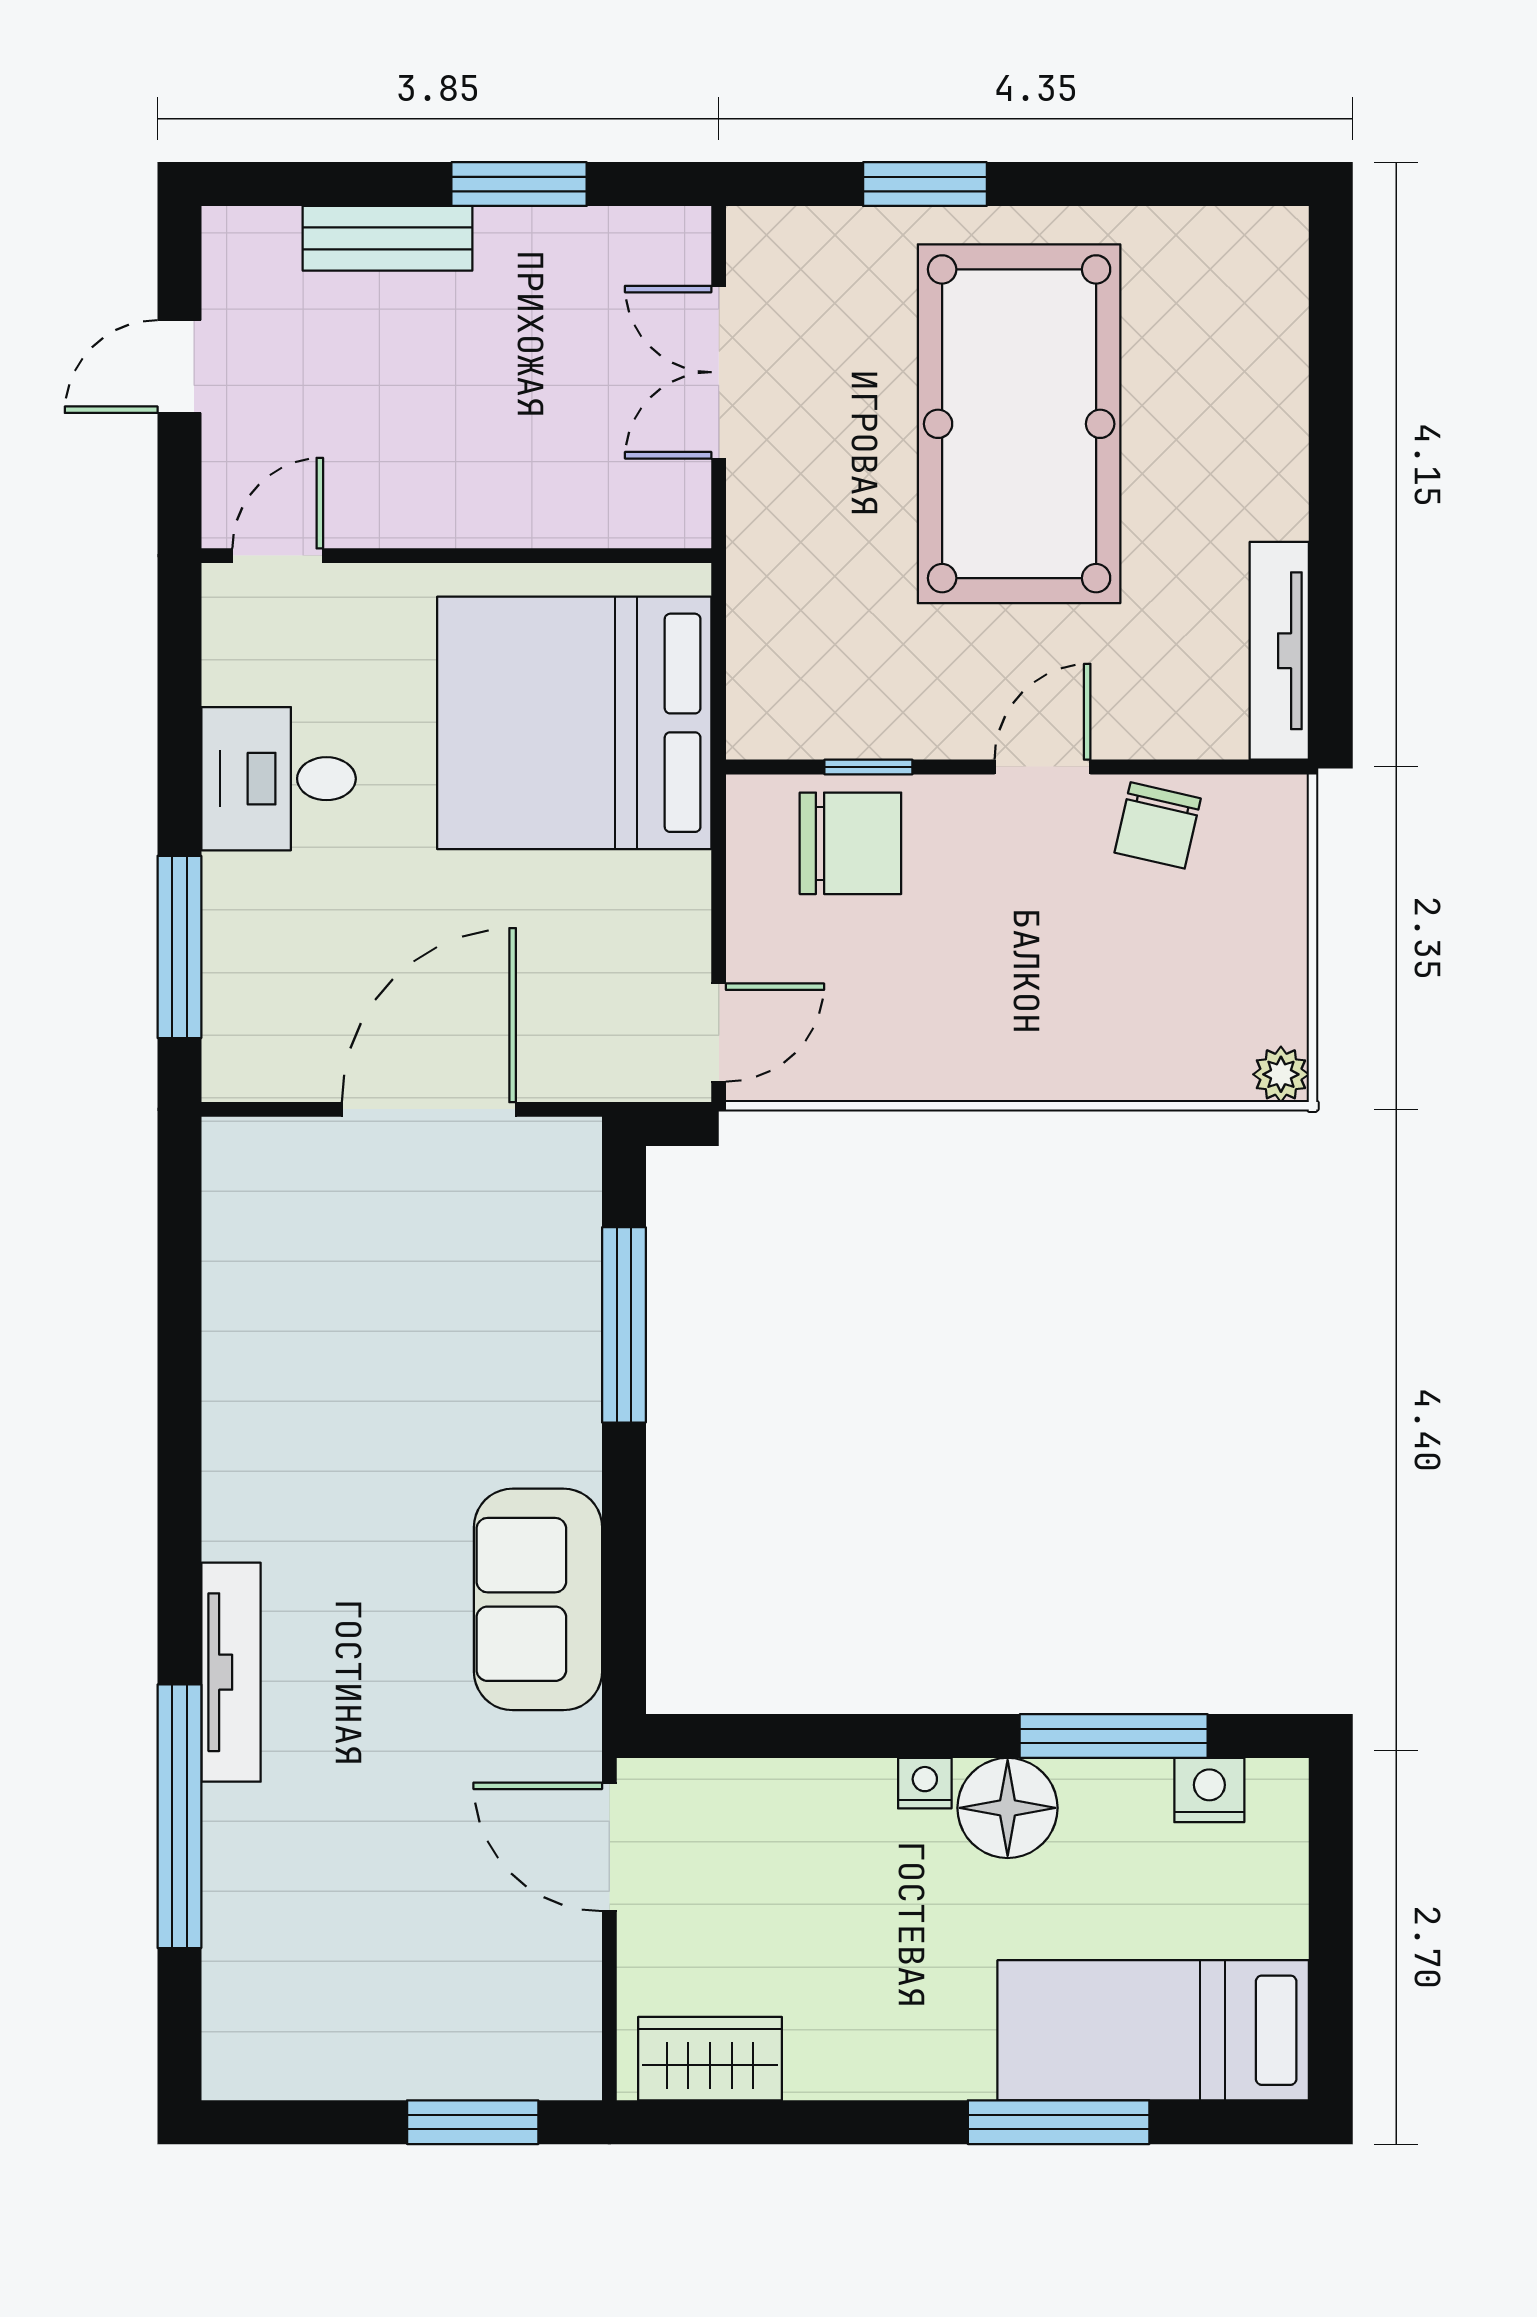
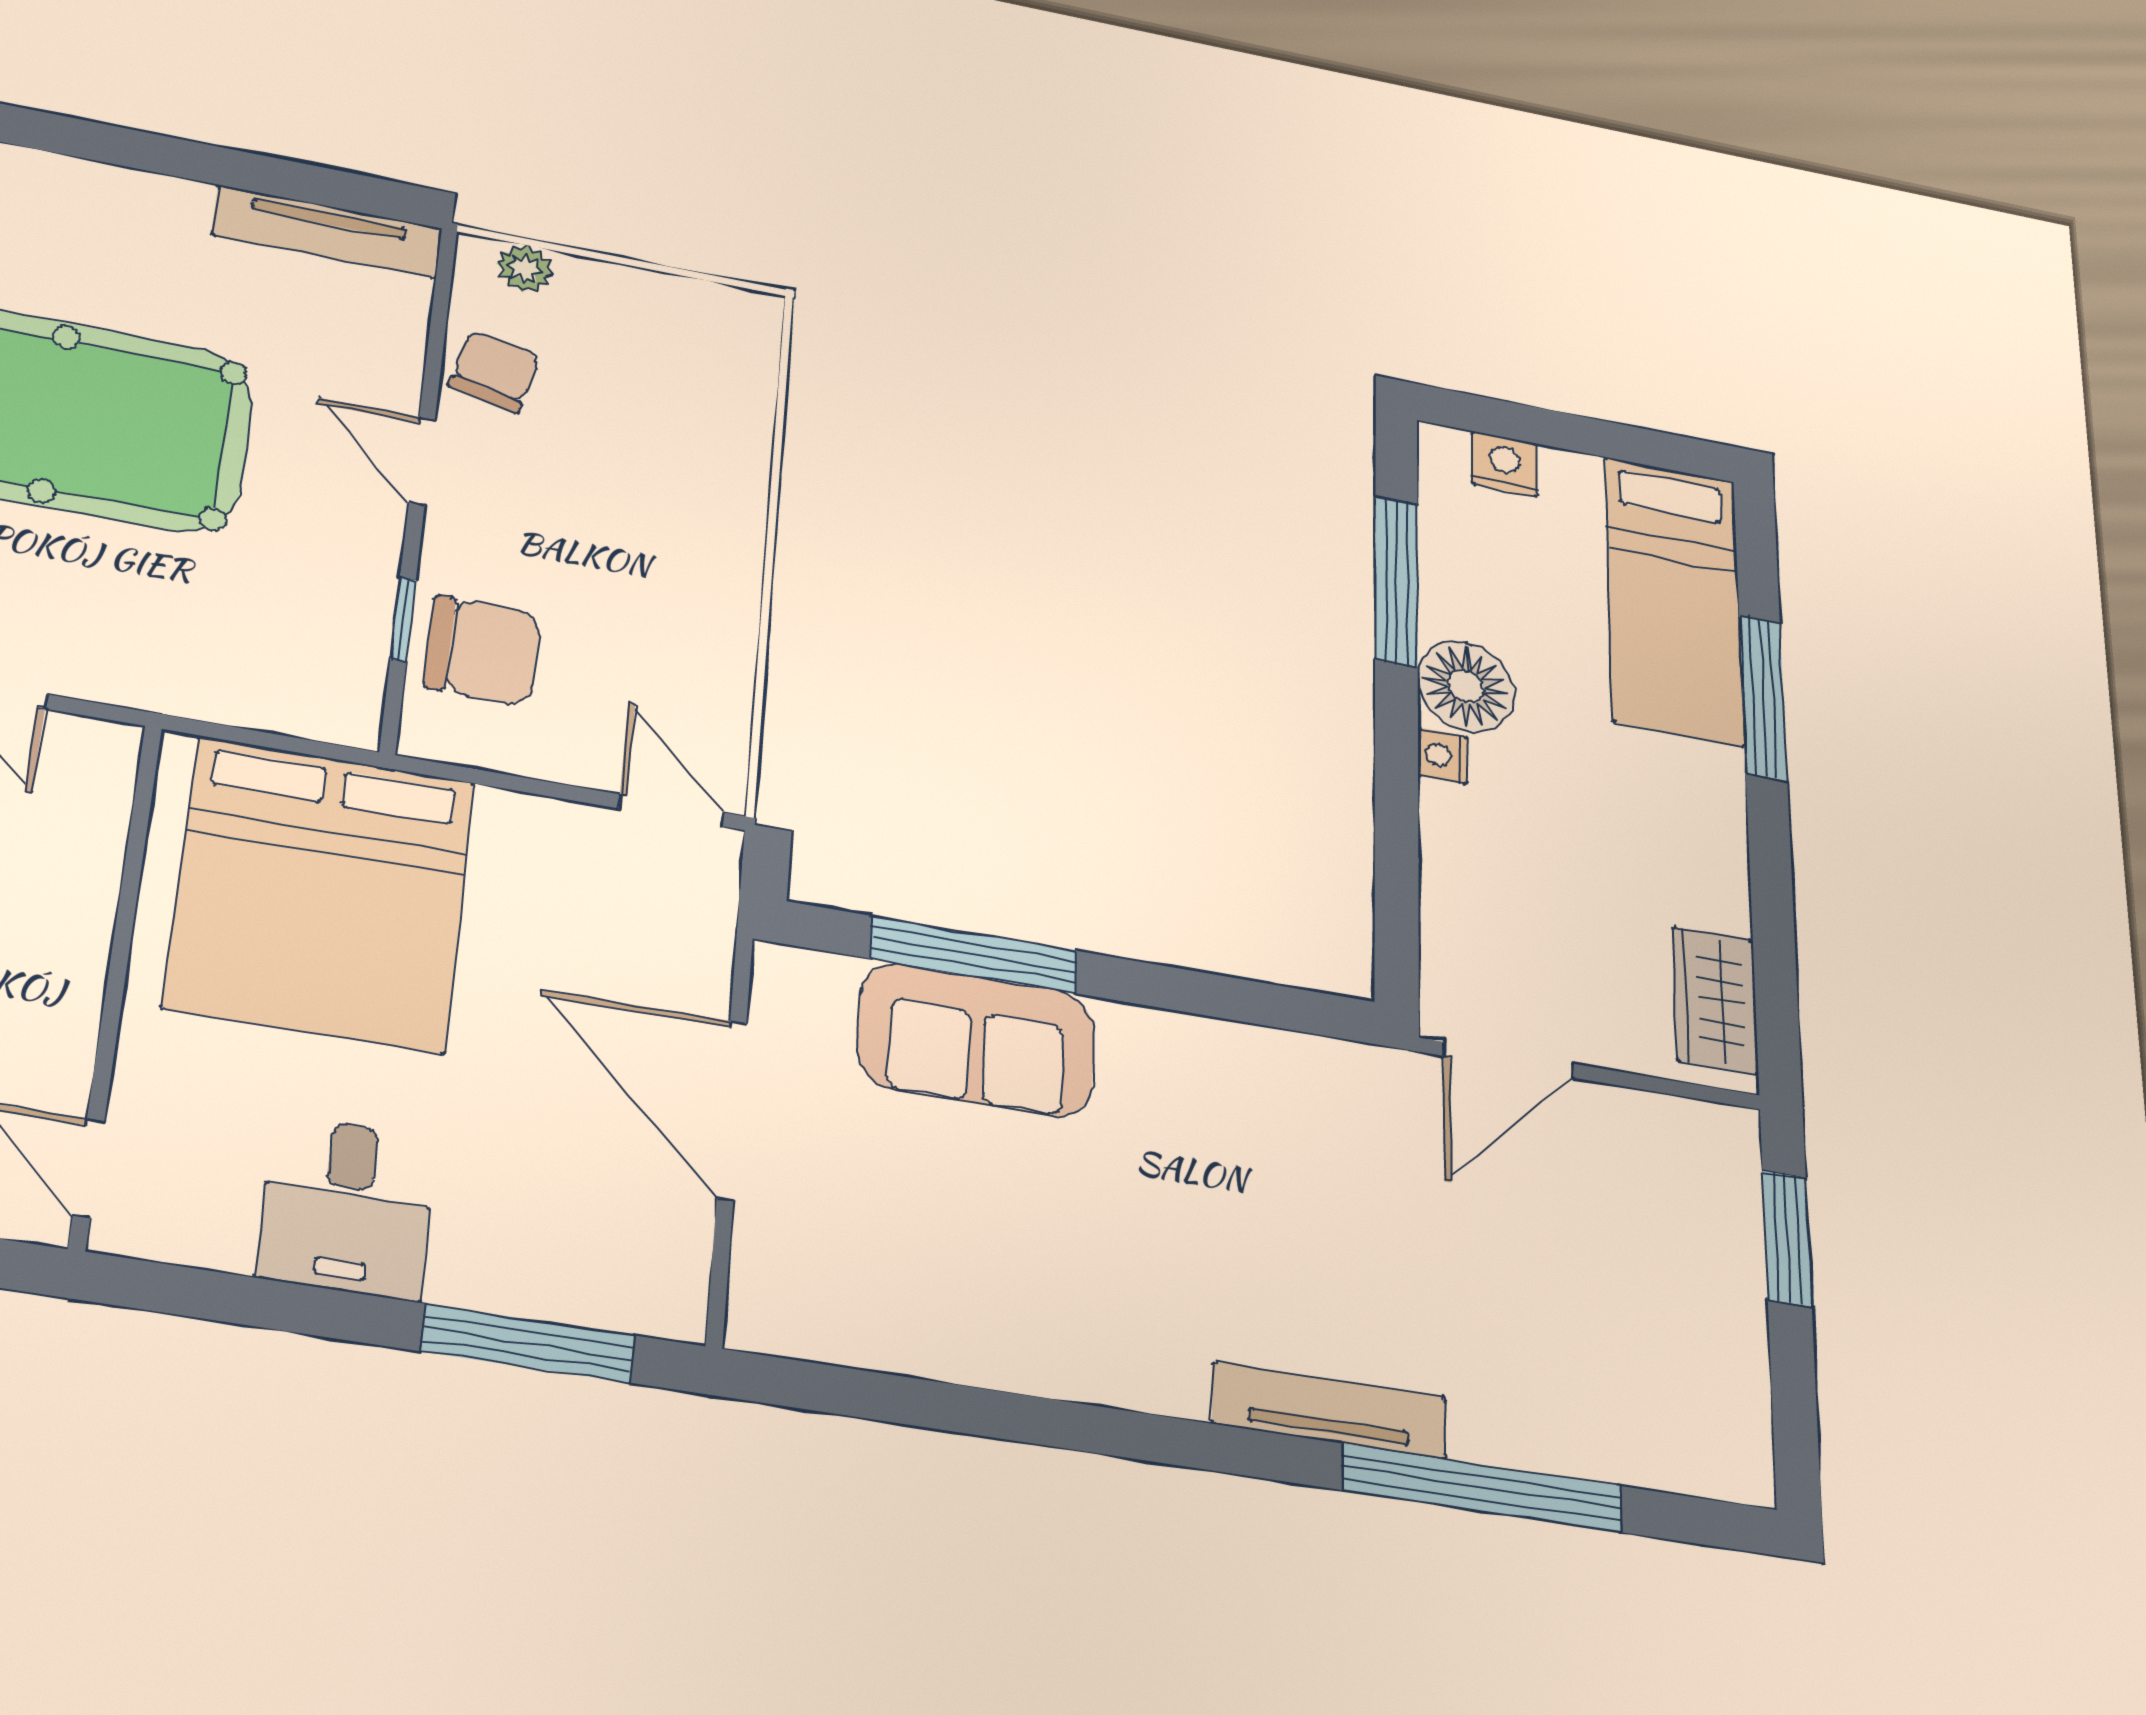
chair: (1158, 825) -> (494, 371), turned -90
chair: (850, 843) -> (483, 651), turned 91
plant: (1281, 1074) -> (525, 269), moved
sofa: (538, 1599) -> (977, 1040), moved
nightstand: (1209, 1790) -> (1505, 464), moved, turned 90

